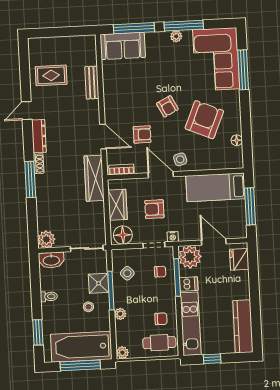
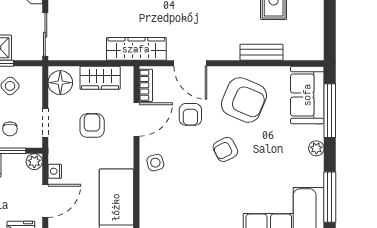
window: (184, 26) -> (330, 197), moved
plant: (176, 36) -> (316, 148), moved
armchair: (204, 120) -> (244, 100), moved
door: (103, 136) -> (190, 63), hinge flipped
door: (161, 175) -> (136, 119), moved
nightstand: (173, 237) -> (55, 171), moved
plant: (190, 257) -> (34, 162), width x0.53, depth x0.53

